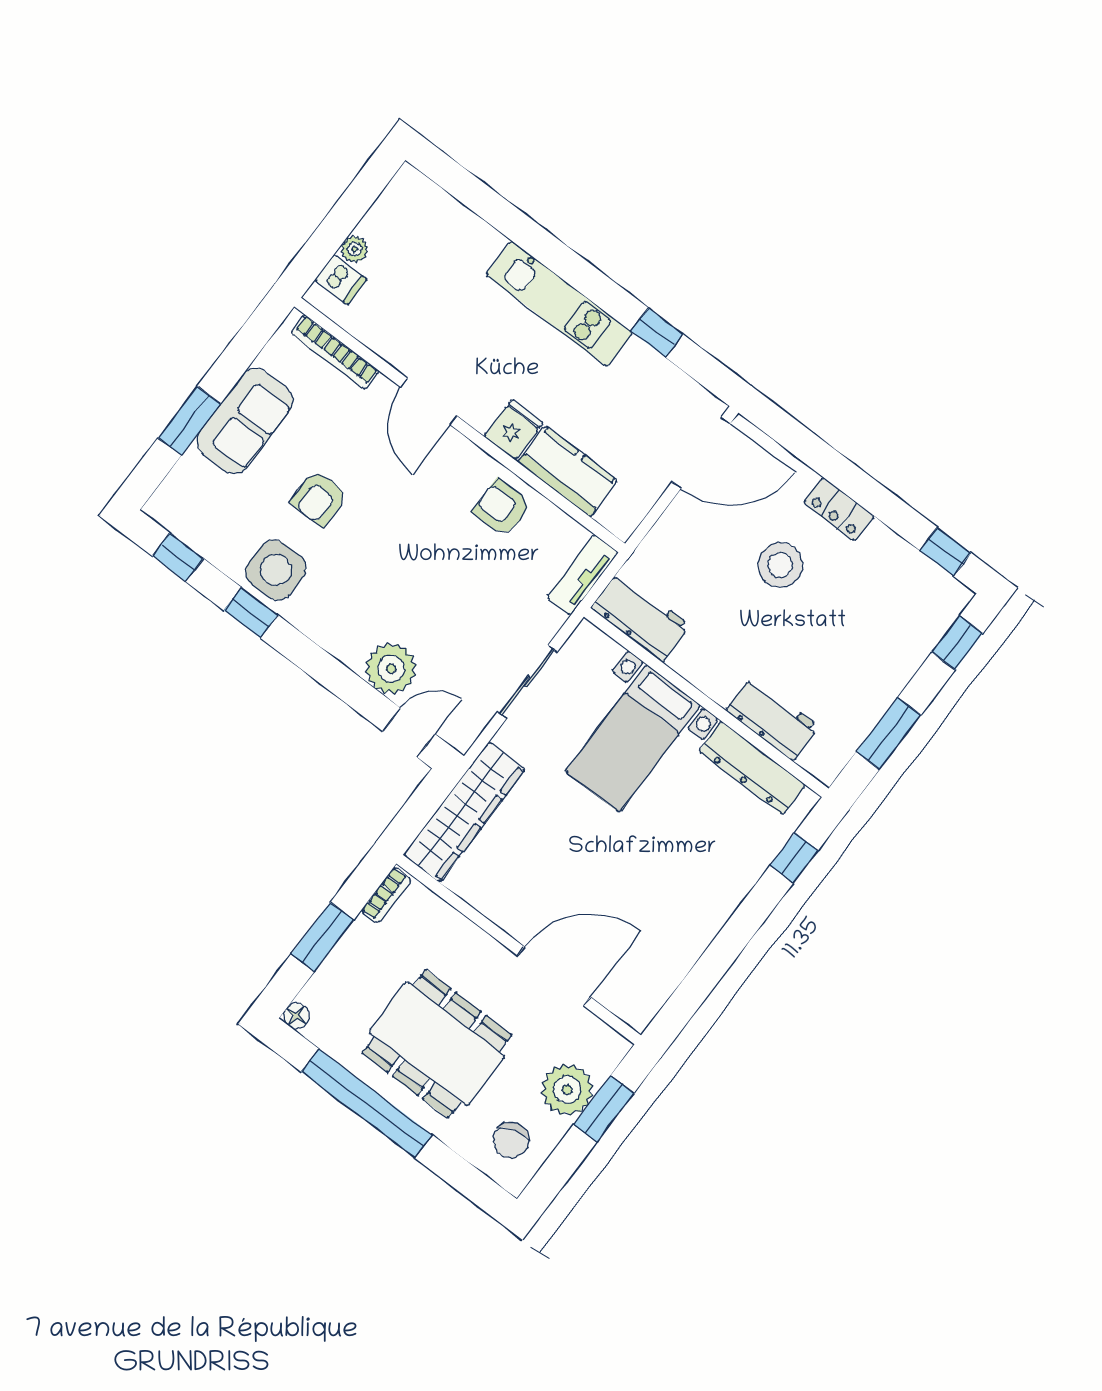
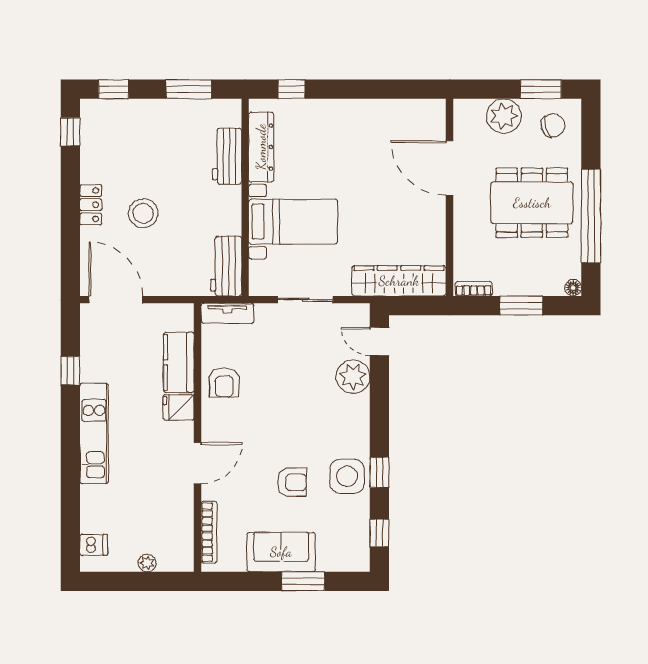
dishwasher: (341, 280) -> (94, 545), moved, turned 90
dining table: (437, 1044) -> (532, 203), turned 90
window: (604, 1109) -> (541, 89), moved

